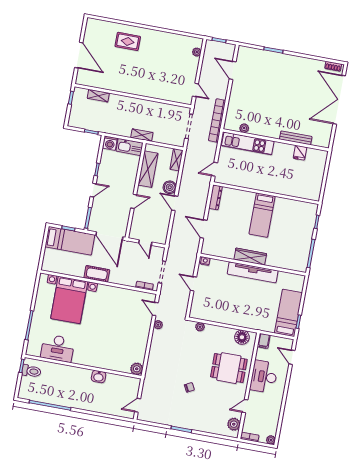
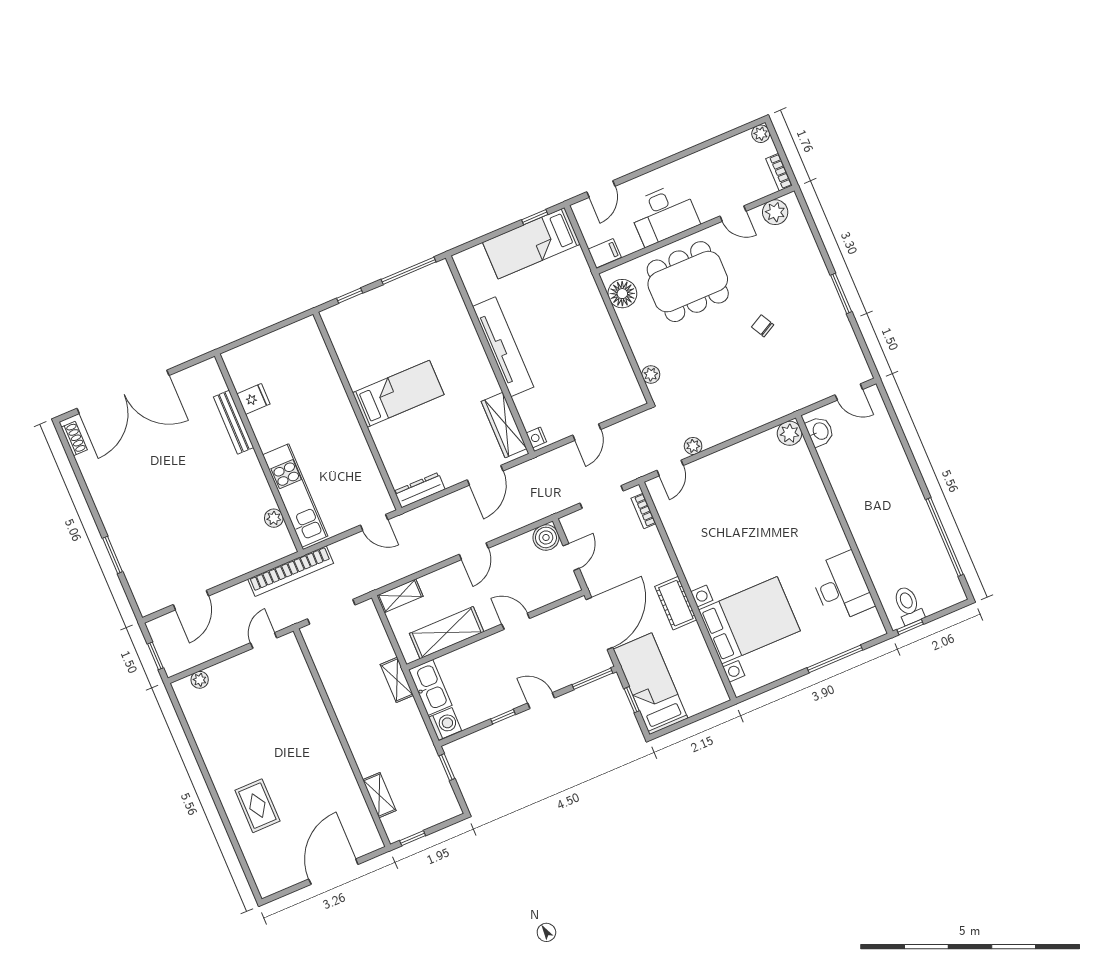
boiler: (170, 187) -> (546, 537), moved
wardrobe: (250, 257) -> (504, 425), moved
dining table: (229, 368) -> (688, 282), width x1.38
washbasin: (99, 377) -> (820, 431), moved

